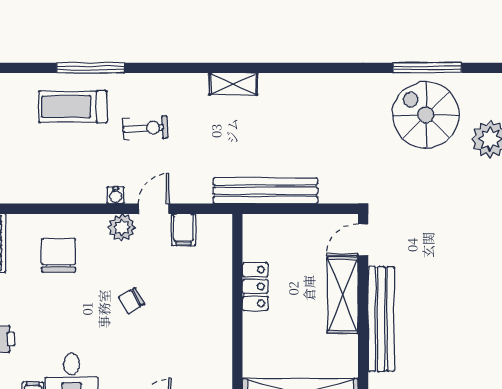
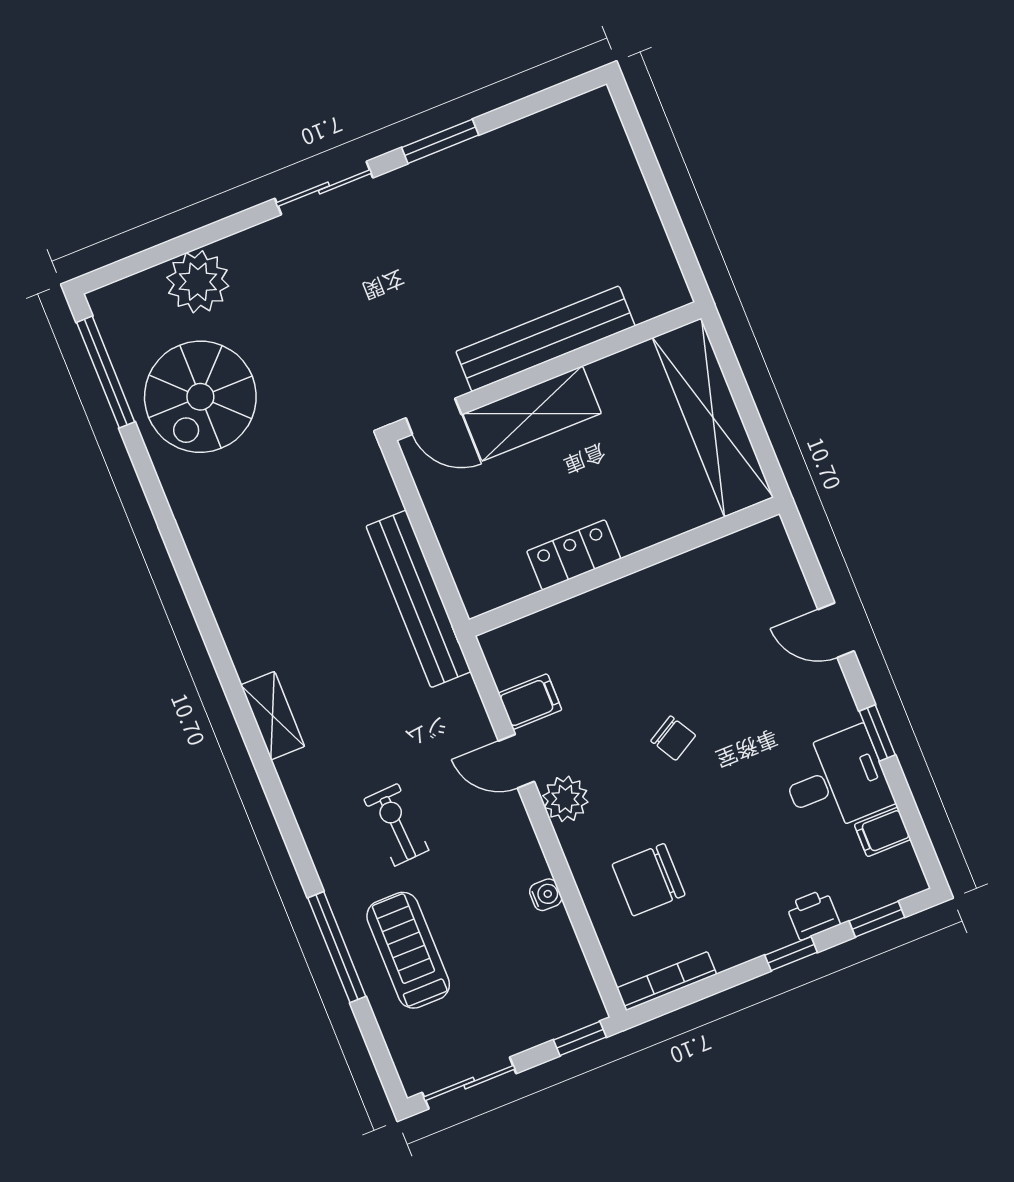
window: (428, 68) -> (106, 372), moved
treadmill: (73, 107) -> (408, 950), turned 180
water cooler: (116, 195) -> (546, 895), moved

